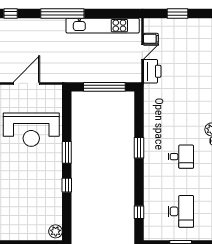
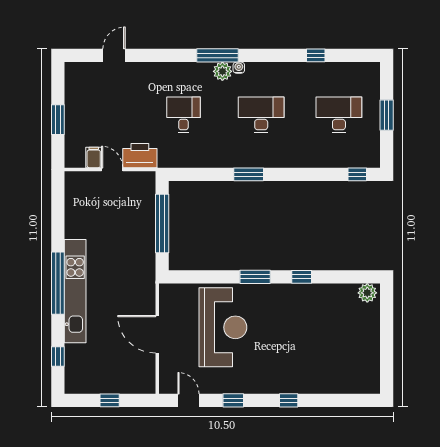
kitchen unit: (103, 26) -> (75, 291), moved
desk: (181, 102) -> (183, 115), added
desk: (181, 157) -> (261, 115), width x1.37
window: (139, 212) -> (357, 174), moved

